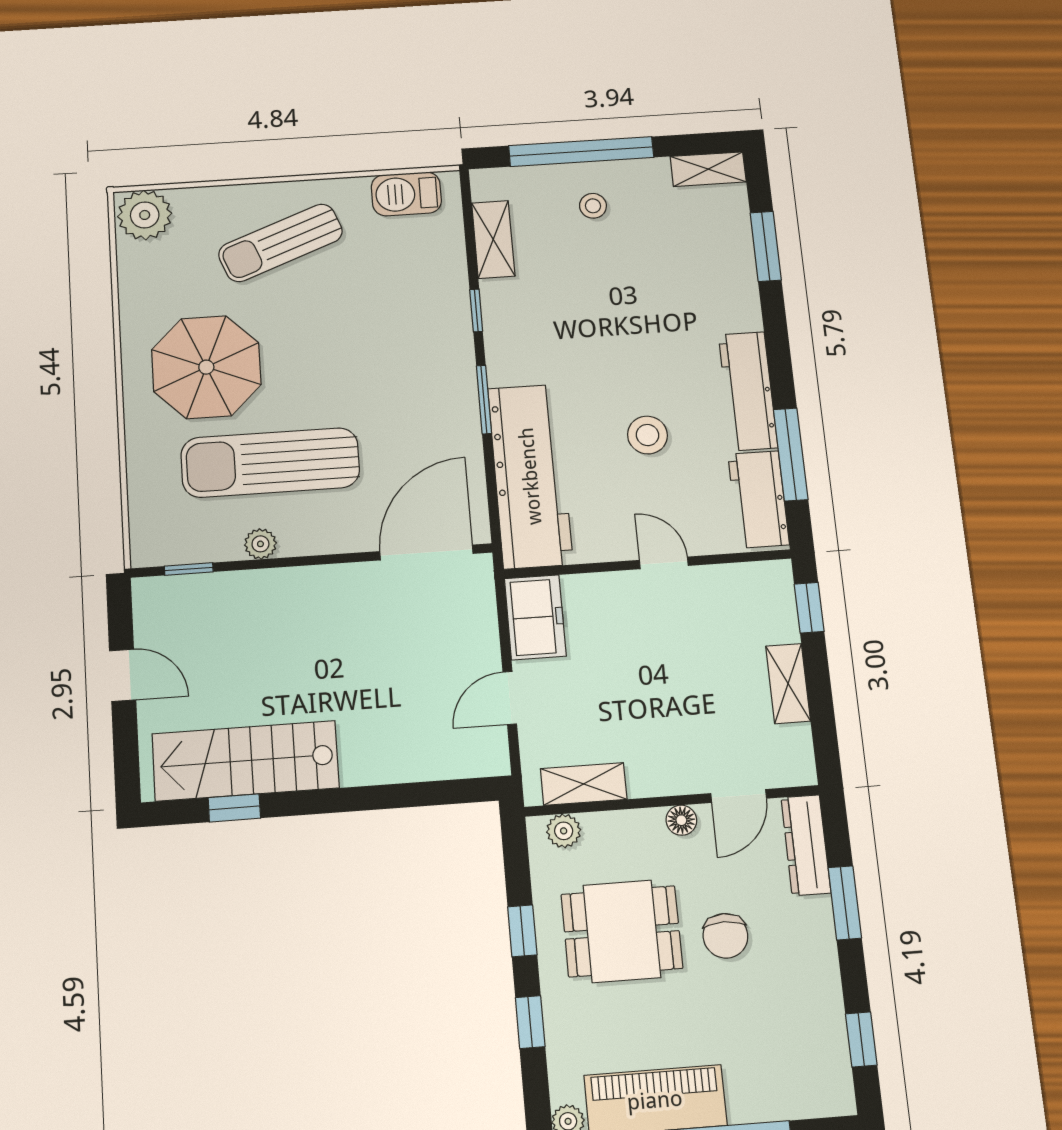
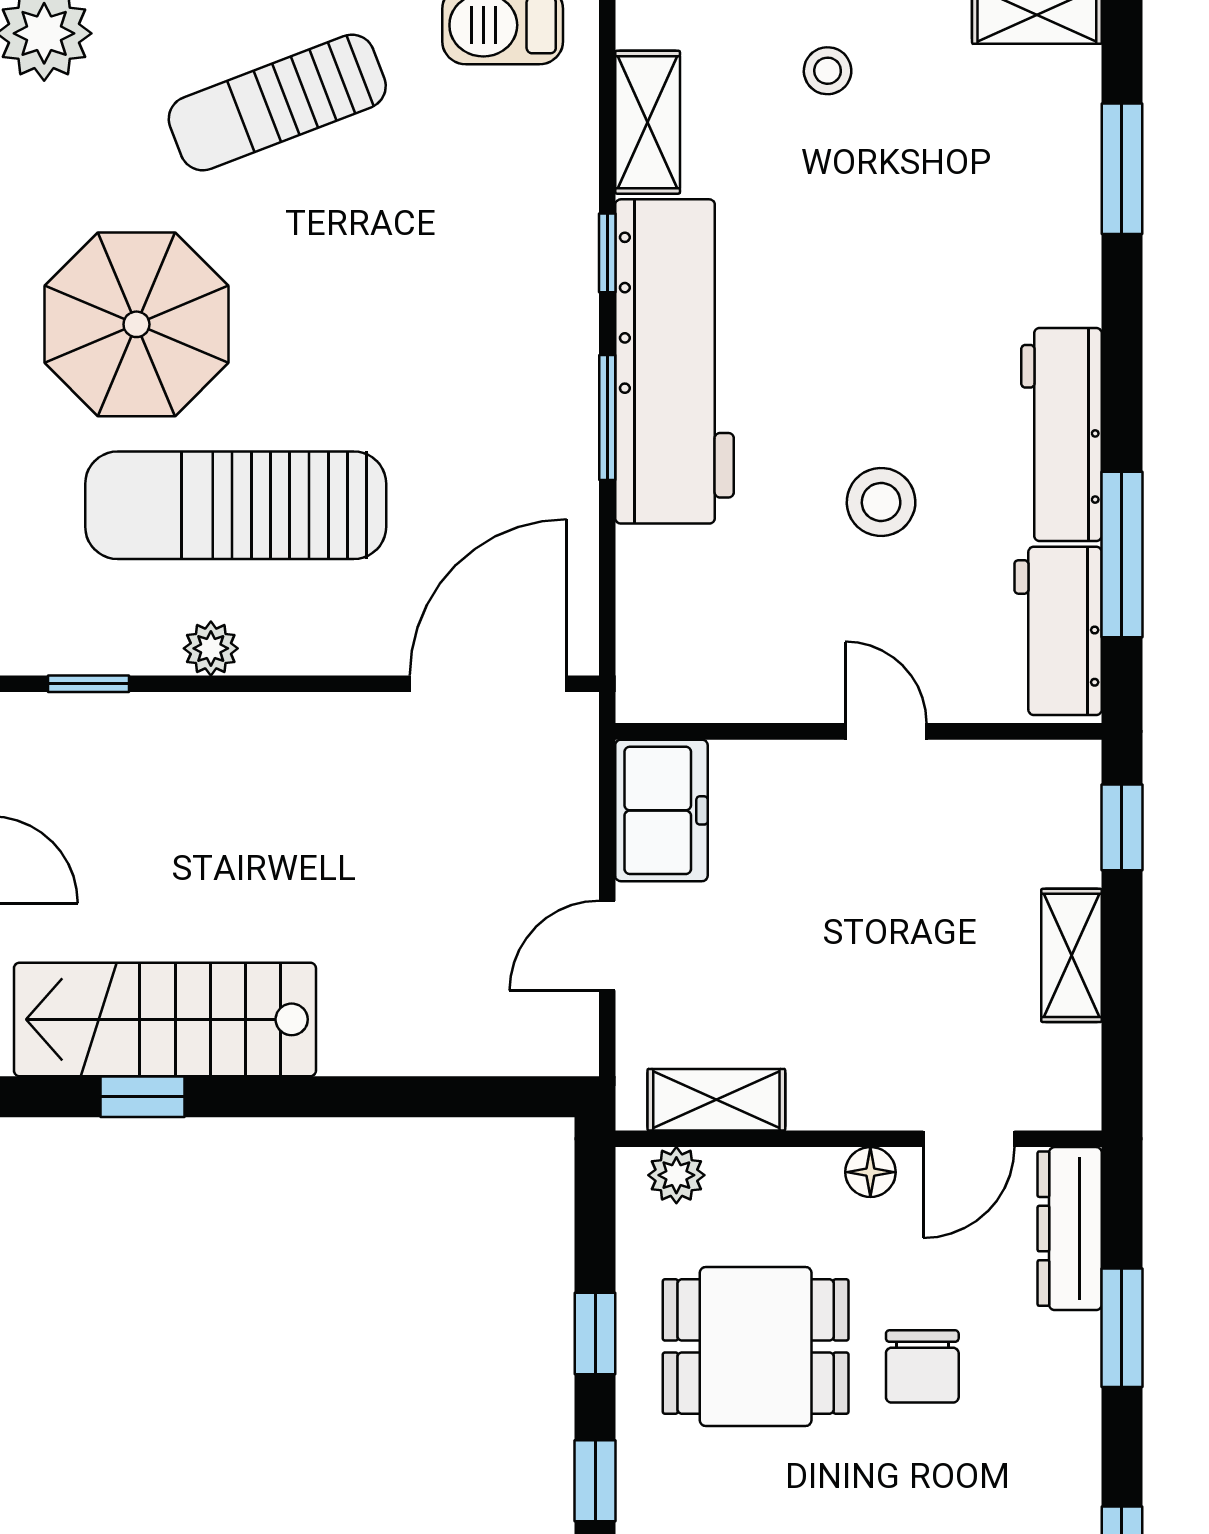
workbench: (530, 476) -> (675, 361), moved

